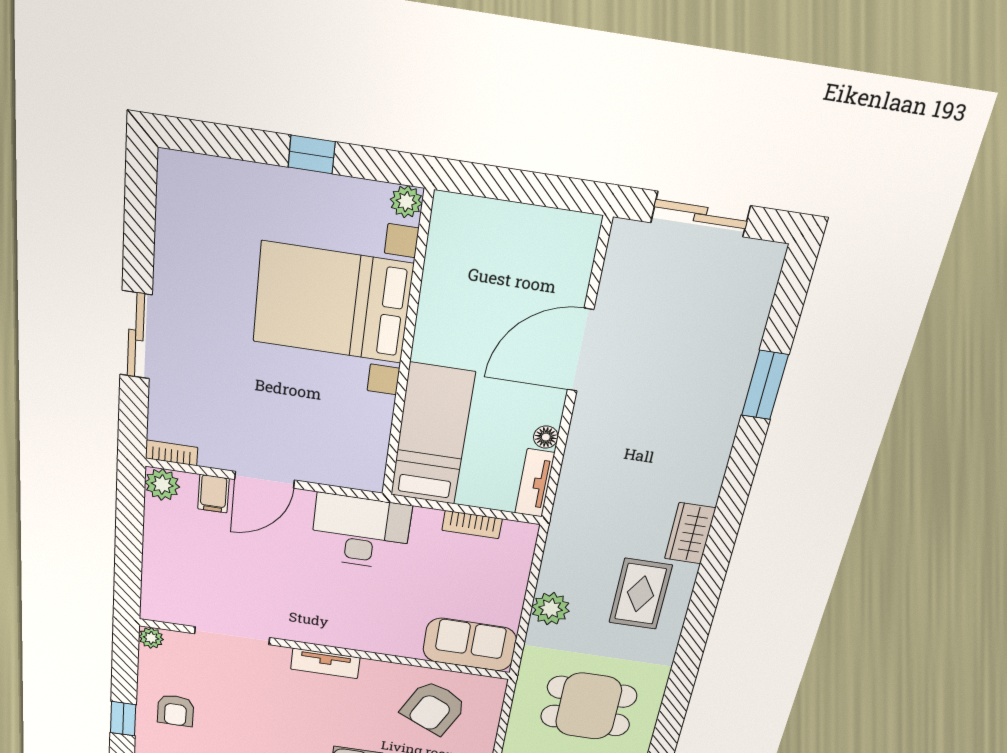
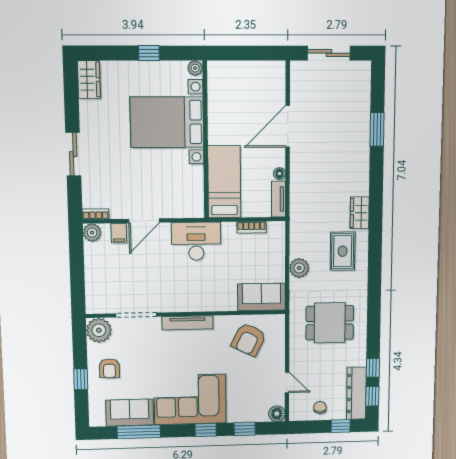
wardrobe: (179, 191) -> (89, 80), added
plant: (151, 638) -> (99, 330), width x1.88, depth x1.88
tv unit: (325, 663) -> (187, 323), width x1.41

